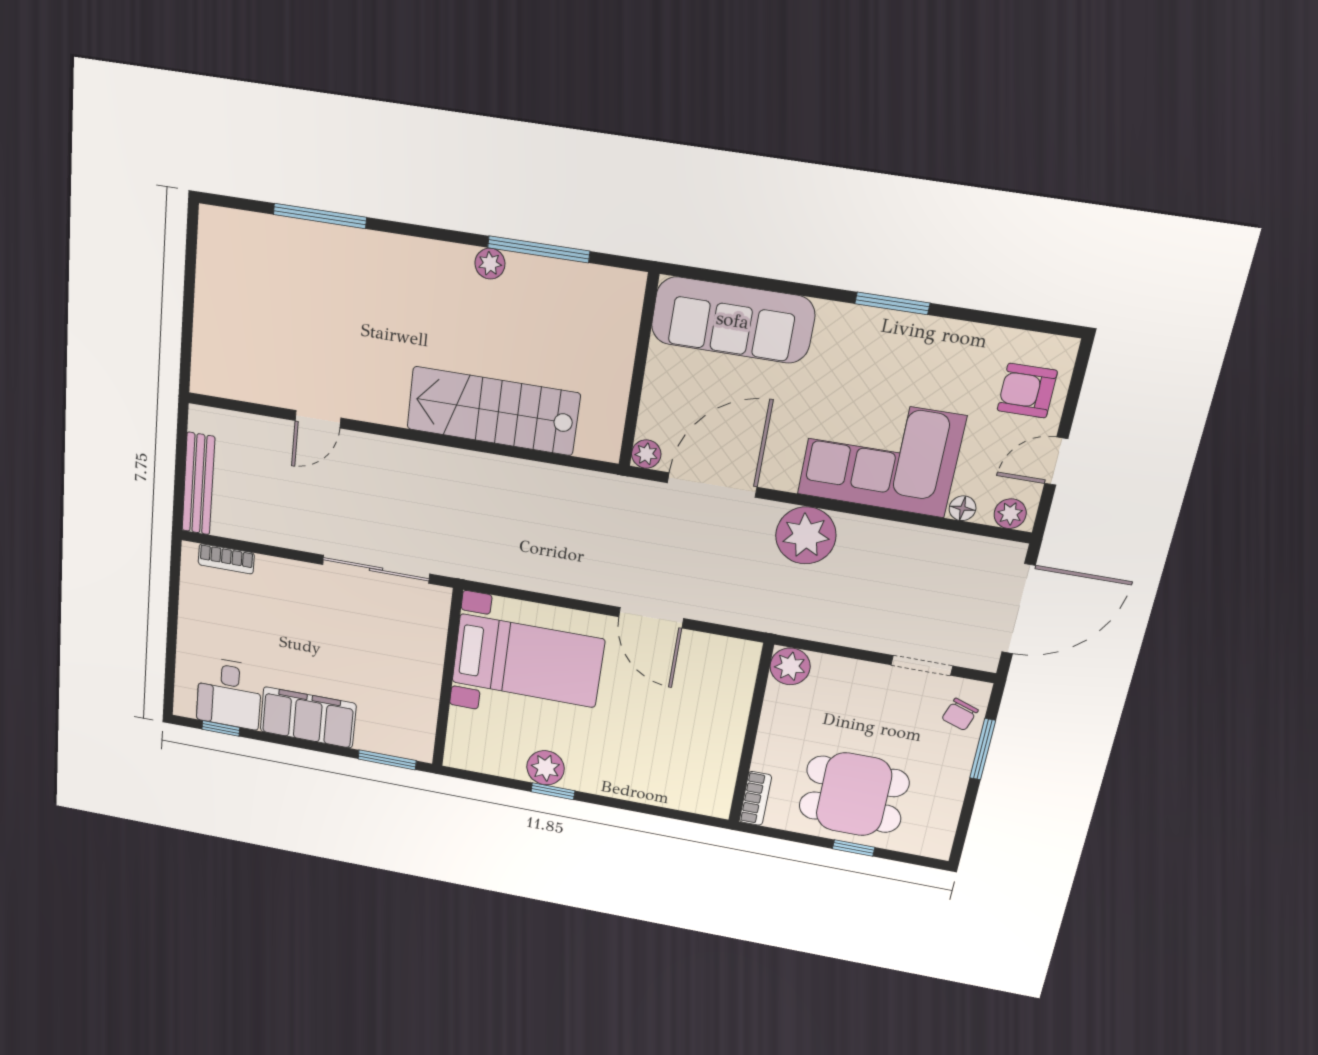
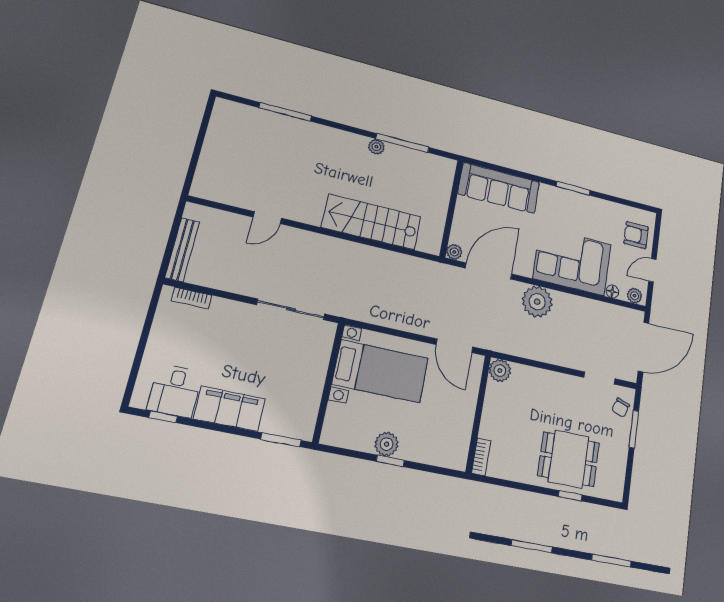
plant: (790, 666) -> (500, 371), moved
wall: (751, 734) -> (478, 413), moved
bookcase: (755, 798) -> (481, 457), moved

